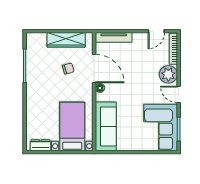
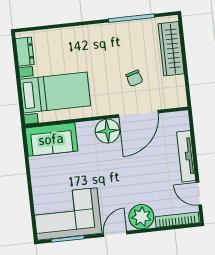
tv unit: (114, 37) -> (186, 156), moved
wardrobe: (66, 40) -> (171, 49), moved
floor lamp: (100, 88) -> (107, 131), width x1.89, depth x1.89
sofa: (106, 126) -> (51, 139), width x0.73

